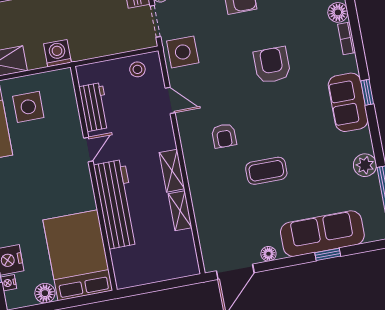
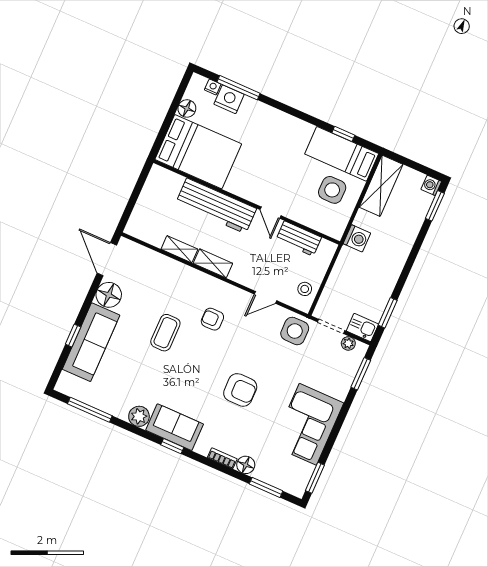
plant: (365, 165) -> (139, 416), moved
floor lamp: (268, 254) -> (109, 295), width x1.89, depth x1.89

